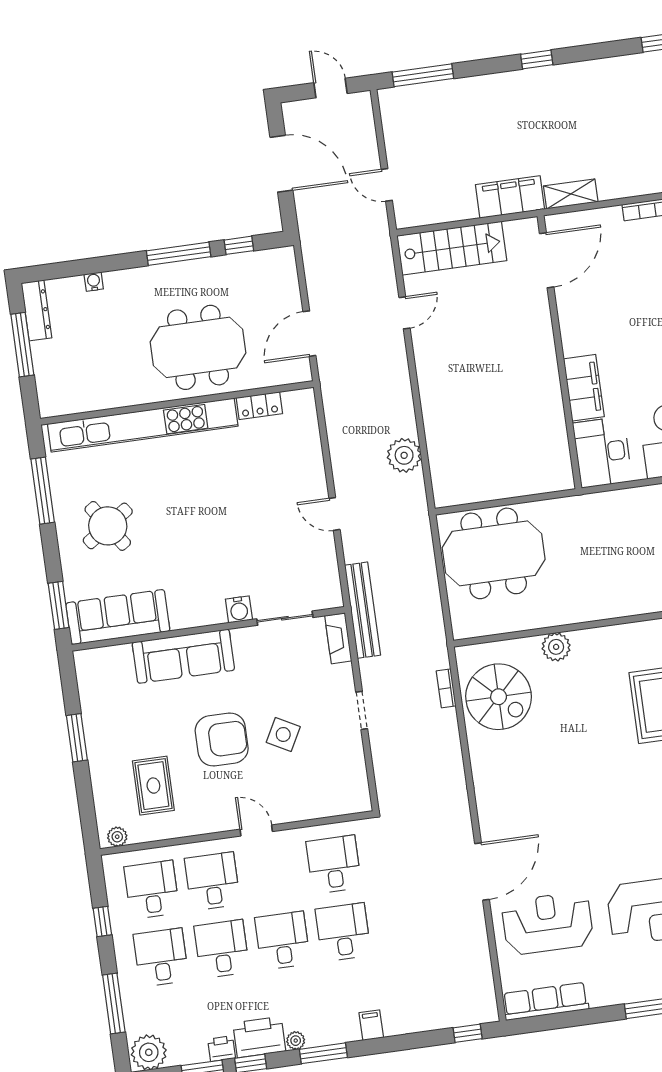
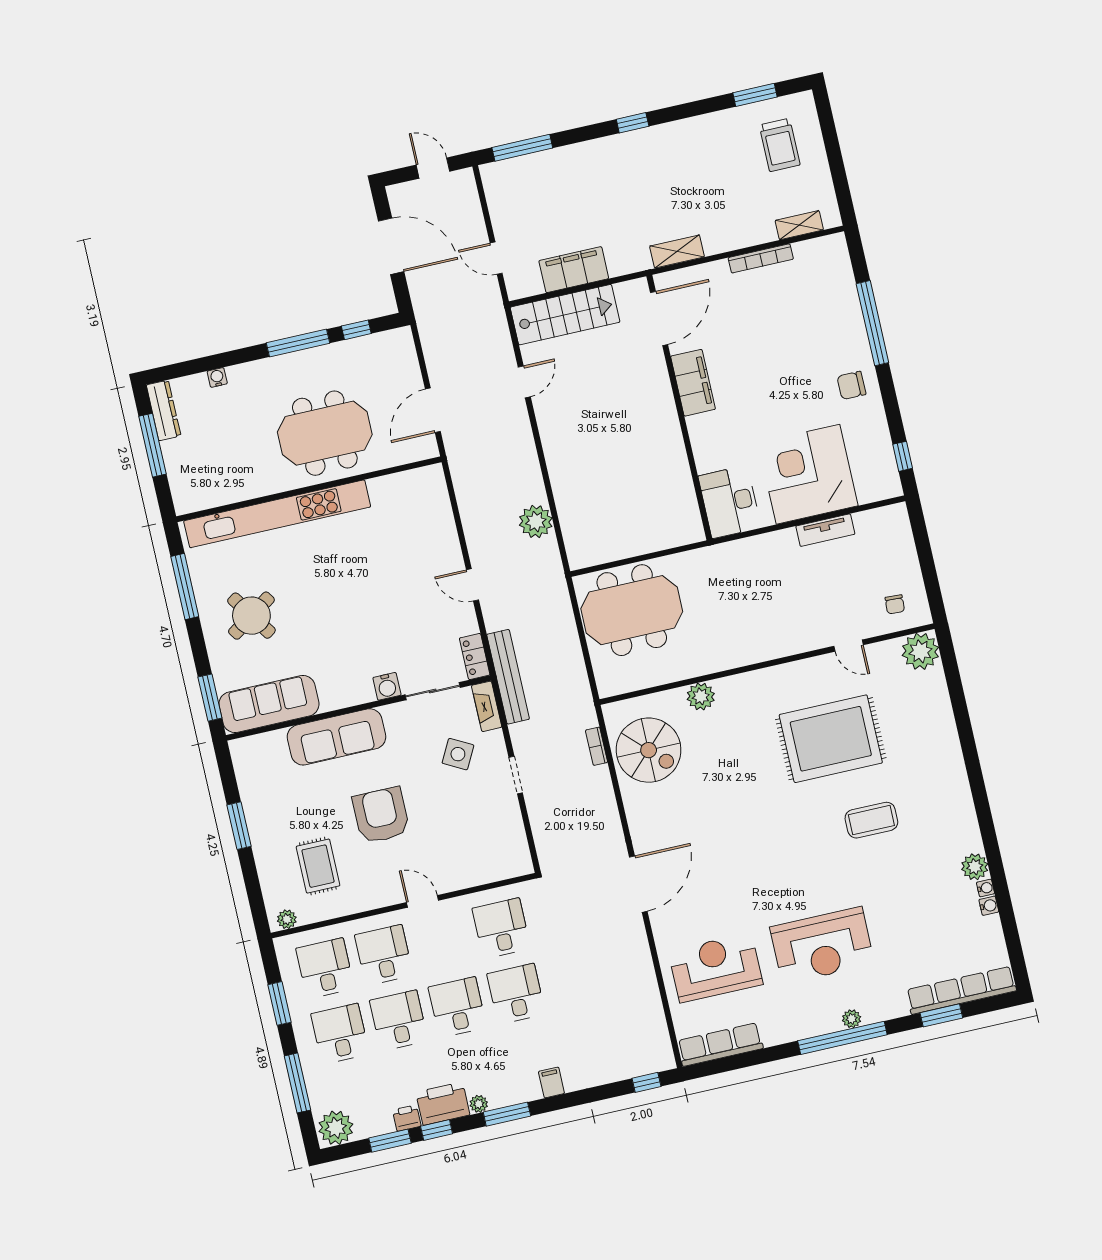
filing cabinet: (510, 197) -> (574, 270), moved
filing cabinet: (584, 388) -> (693, 383), moved
locker: (259, 406) -> (475, 657), moved, turned 90
side table: (283, 734) -> (458, 754), moved
armchair: (222, 739) -> (381, 815), turned -90
door: (482, 872) -> (638, 884), moved
window: (102, 921) -> (279, 1003), width x1.50

